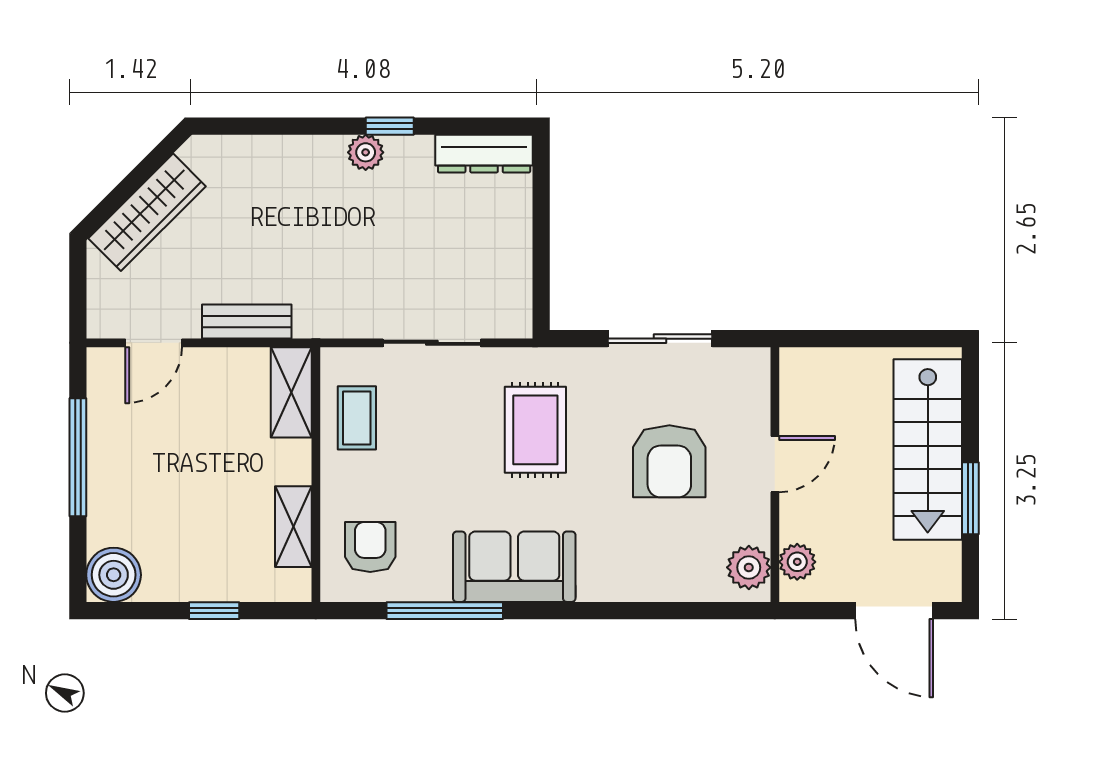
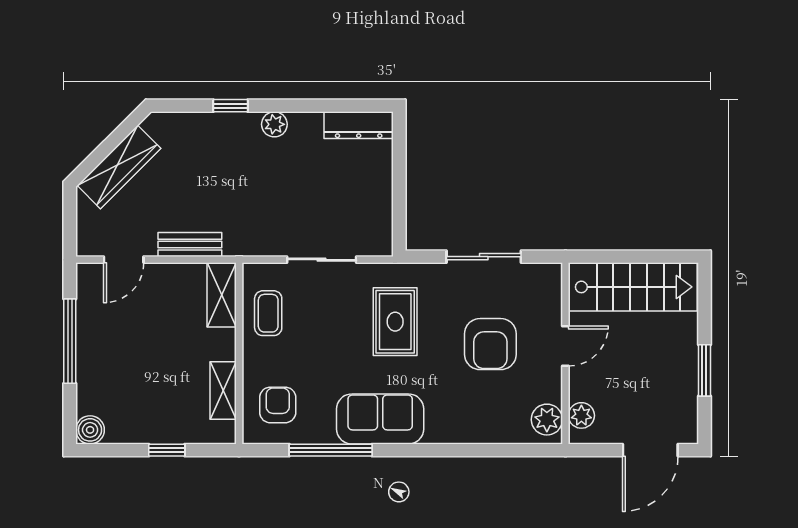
window: (390, 126) -> (230, 106), moved
stairs: (928, 449) -> (633, 287), moved, turned -90
boiler: (114, 575) -> (90, 430), width x0.73, depth x0.73
door: (894, 611) -> (650, 450), hinge flipped

